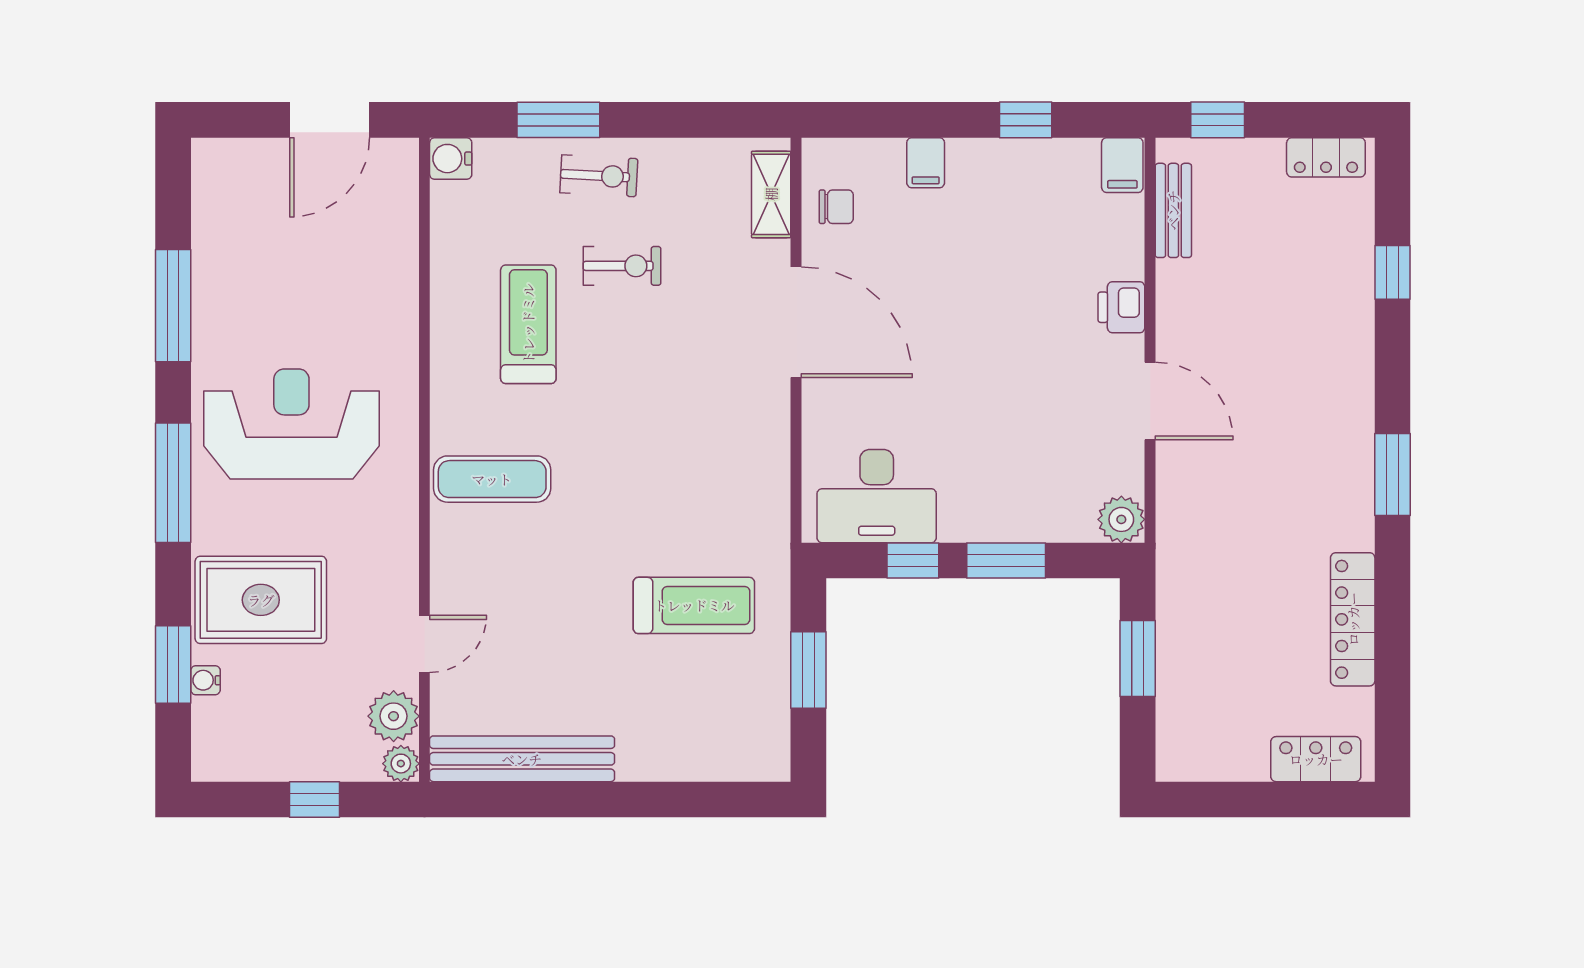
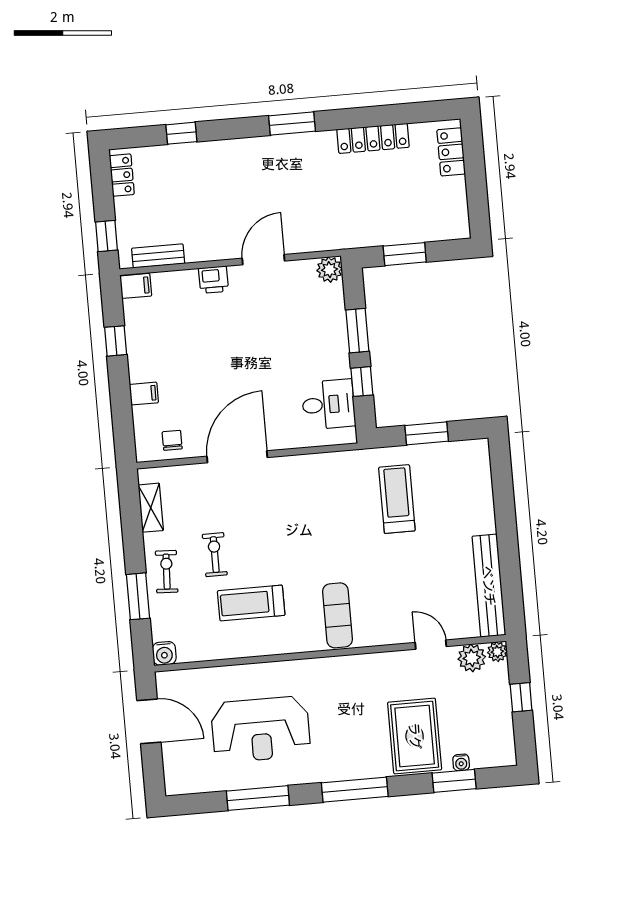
shelving: (771, 194) -> (151, 508), moved, turned 90
reception desk: (291, 424) -> (261, 729), moved, turned -90
desk: (877, 496) -> (328, 404), width x0.73

